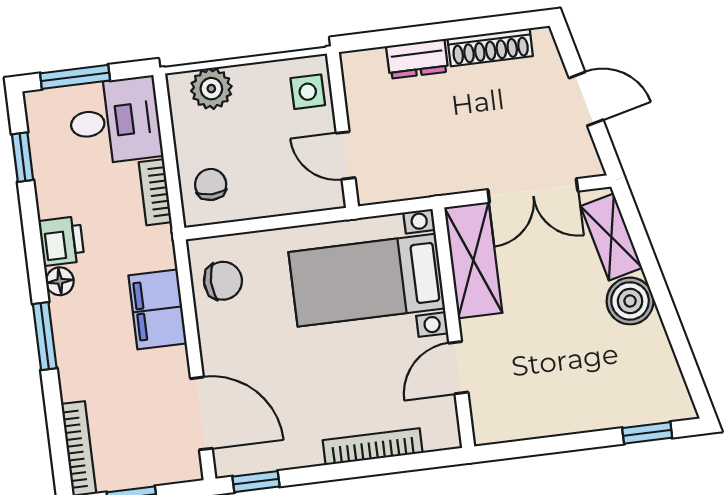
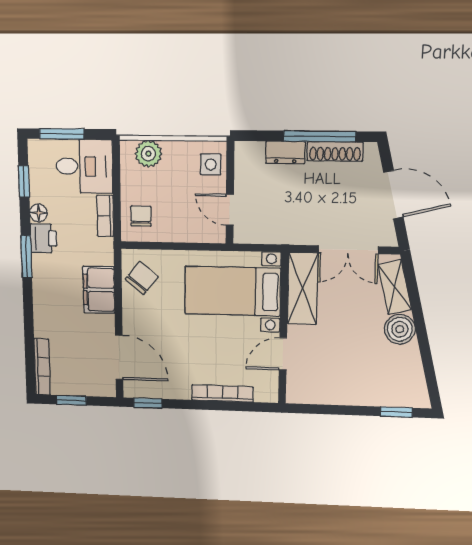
window: (464, 28) -> (320, 136), added
door: (586, 99) -> (393, 195), width x1.38
floor lamp: (60, 281) -> (38, 213), moved
chair: (223, 281) -> (142, 278), turned -51
window: (45, 336) -> (26, 257), moved

